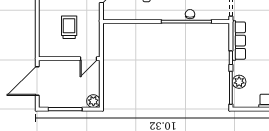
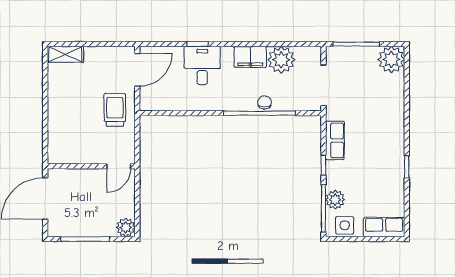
trolley: (69, 27) -> (115, 110), moved
row of seats: (239, 41) -> (335, 140), width x0.68
side table: (246, 100) -> (345, 225), added

